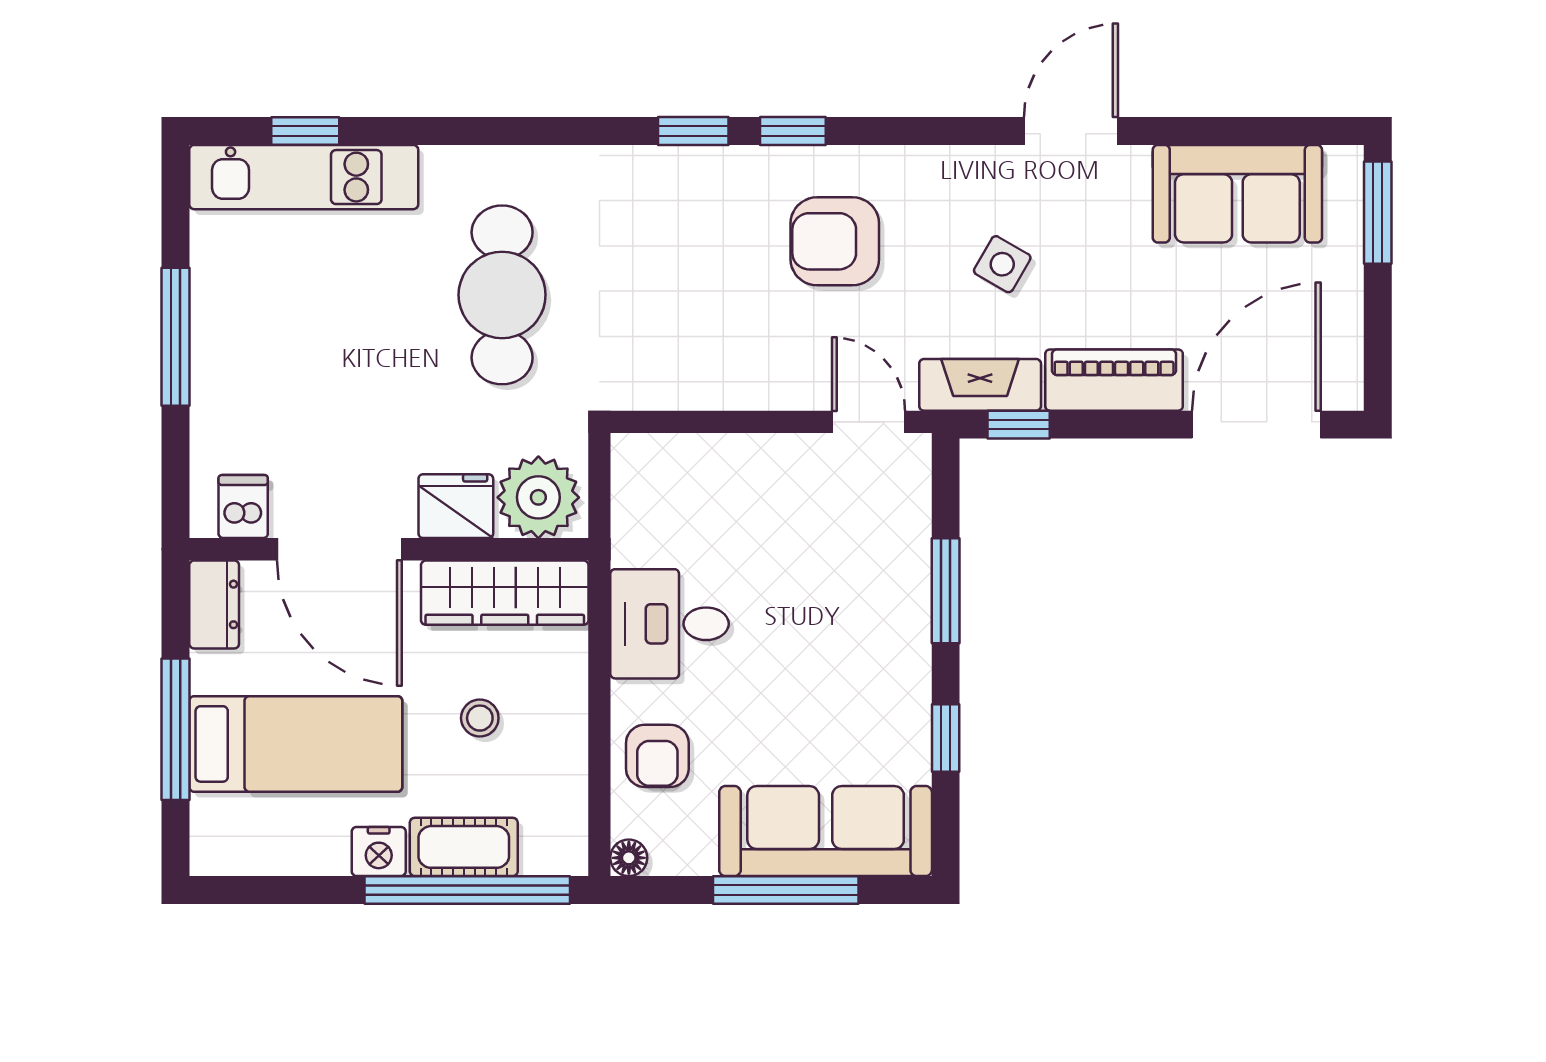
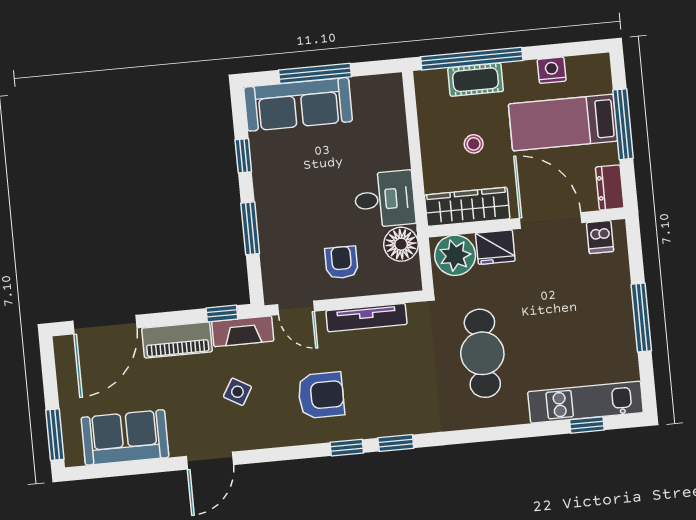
tv unit: (729, 389) -> (366, 318), added
armchair: (657, 756) -> (341, 262), moved
nightstand: (379, 851) -> (552, 70), moved
floor lamp: (629, 858) -> (401, 244), moved, width x1.89, depth x1.89

